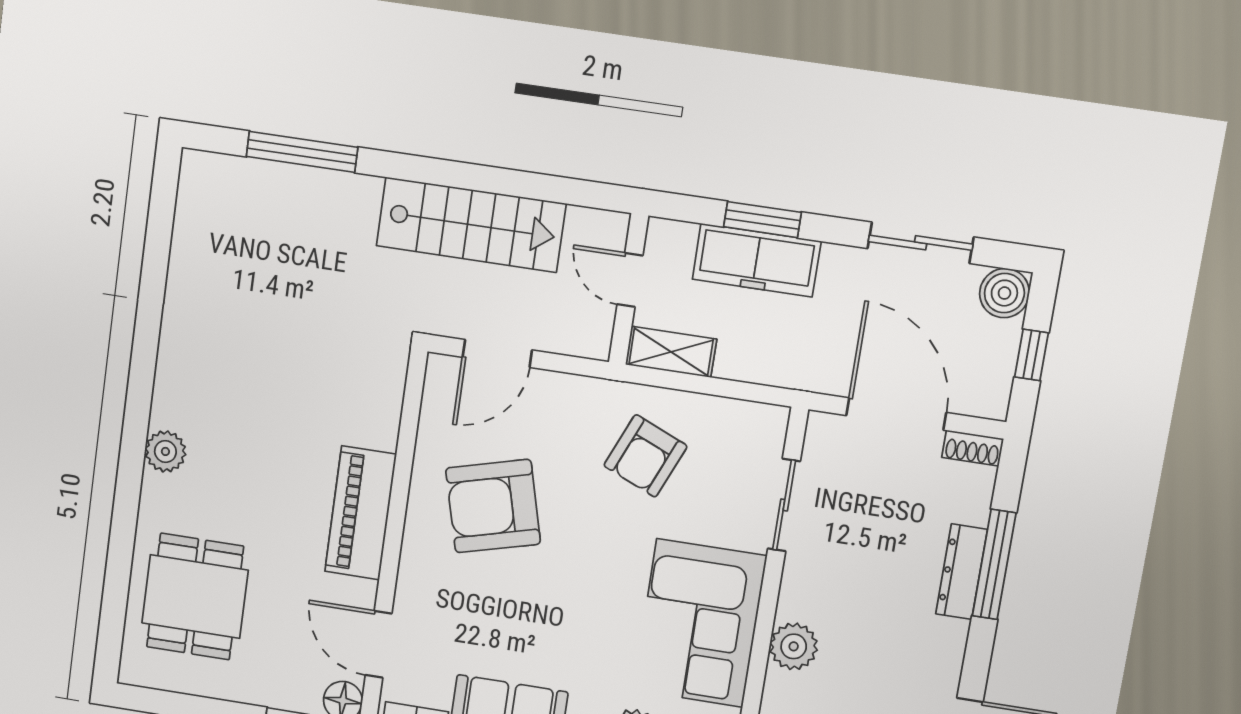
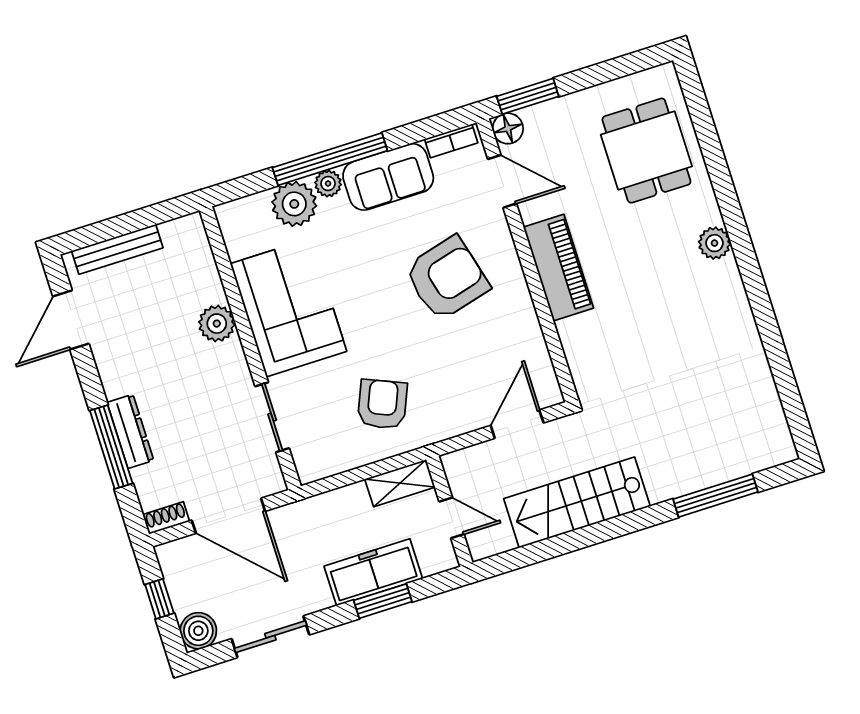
armchair: (493, 506) -> (447, 278), moved

